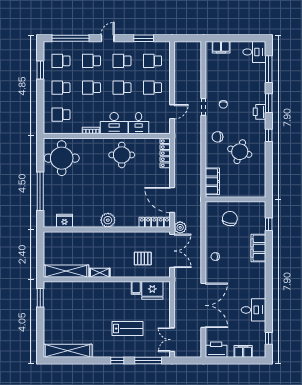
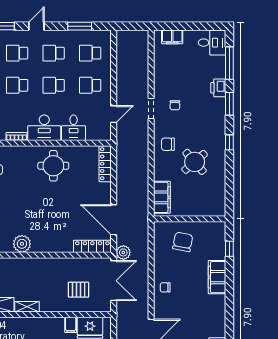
printer: (260, 112) -> (218, 88), moved
round table: (240, 152) -> (195, 162), turned 32
plant: (108, 220) -> (22, 244), moved

